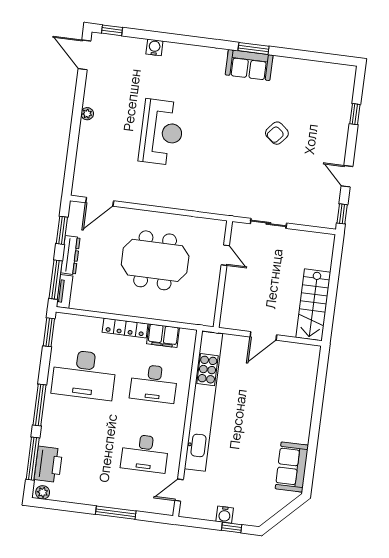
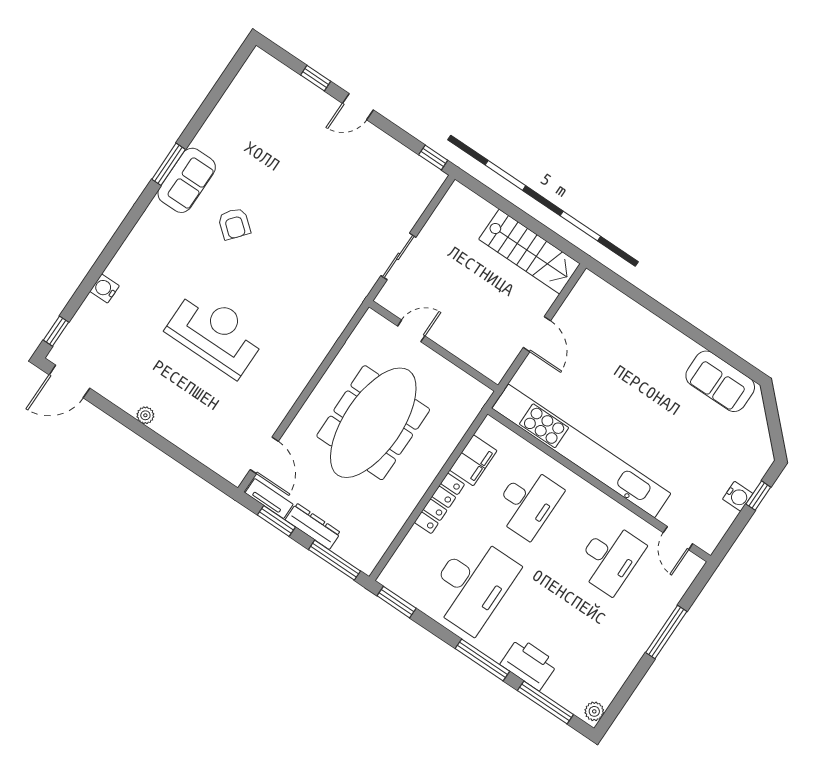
armchair: (277, 133) -> (234, 224), moved
door: (347, 176) -> (358, 107), moved
meeting table: (155, 260) -> (373, 423), width x1.36
tv unit: (64, 291) -> (269, 499), moved
printer: (48, 464) -> (529, 664), moved

